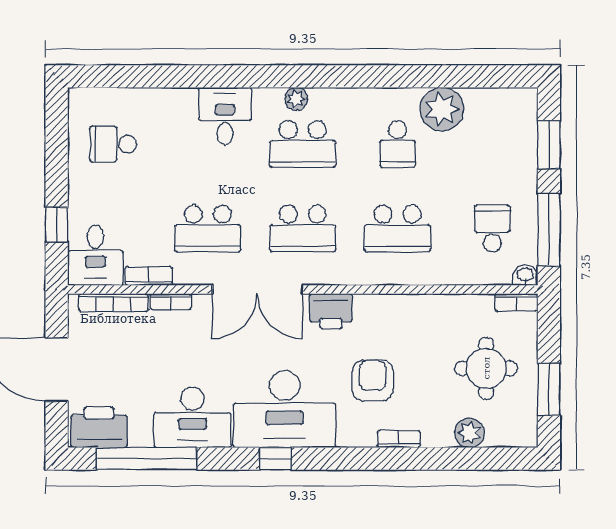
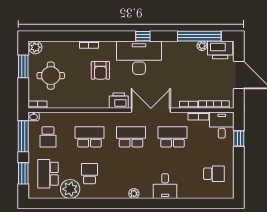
school desk: (303, 144) -> (48, 174), moved, turned -90
desk: (192, 417) -> (179, 54), removed
plant: (469, 433) -> (35, 47), moved
plant: (141, 437) -> (202, 46), added

